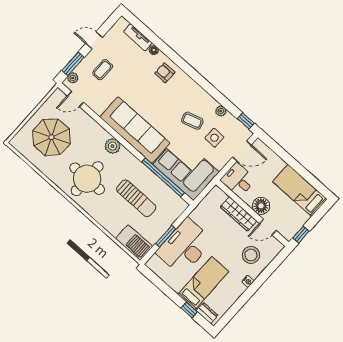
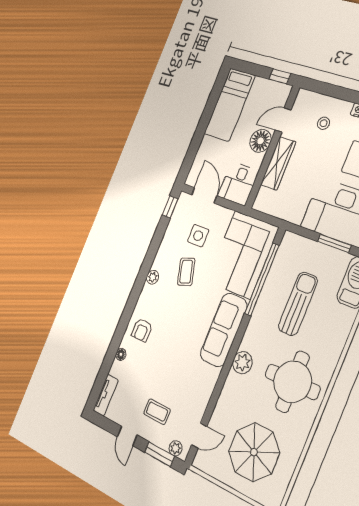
tv unit: (138, 37) -> (106, 395), moved
door: (75, 99) -> (199, 436), hinge flipped
plant: (221, 111) -> (153, 277), moved
sofa: (135, 130) -> (224, 330), width x0.74, depth x0.79
door: (268, 227) -> (283, 120), swing flipped
stool: (251, 255) -> (324, 123), width x0.53, depth x0.53

